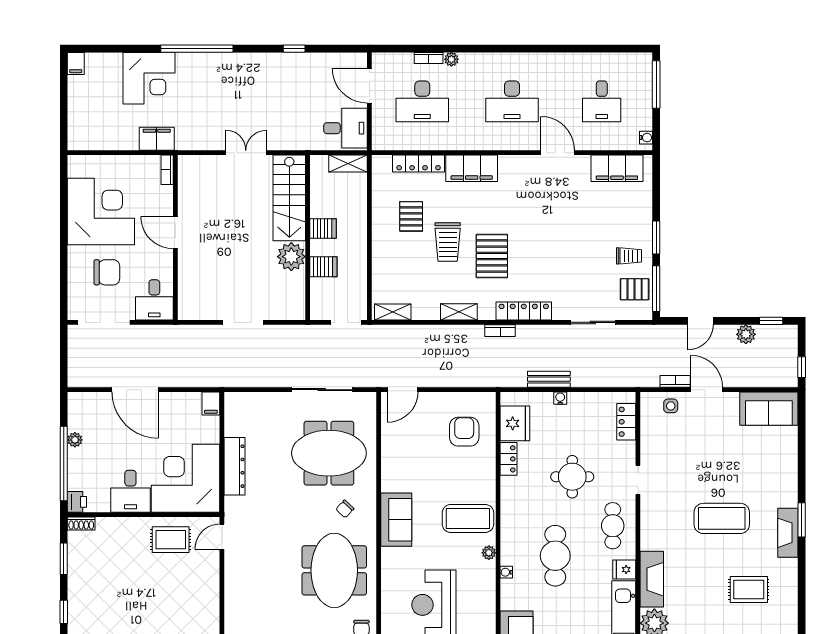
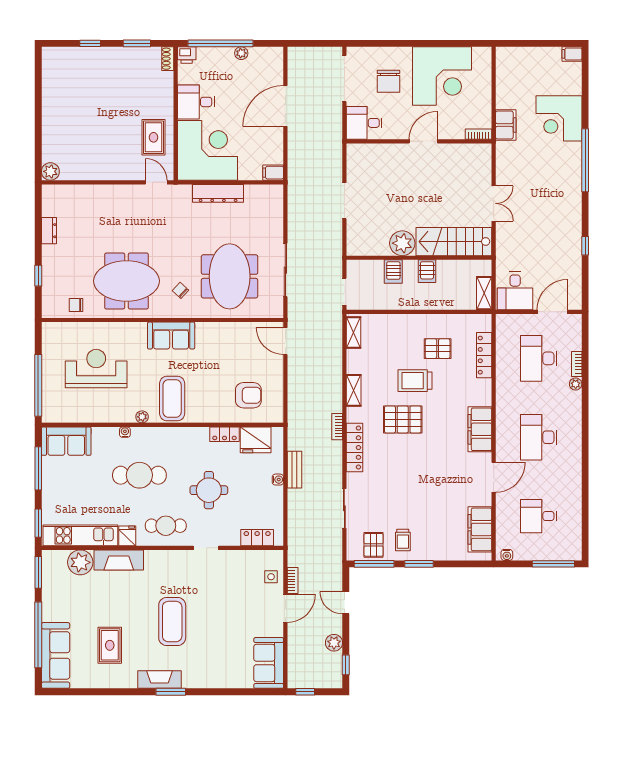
filing cabinet: (472, 168) -> (480, 429), moved

